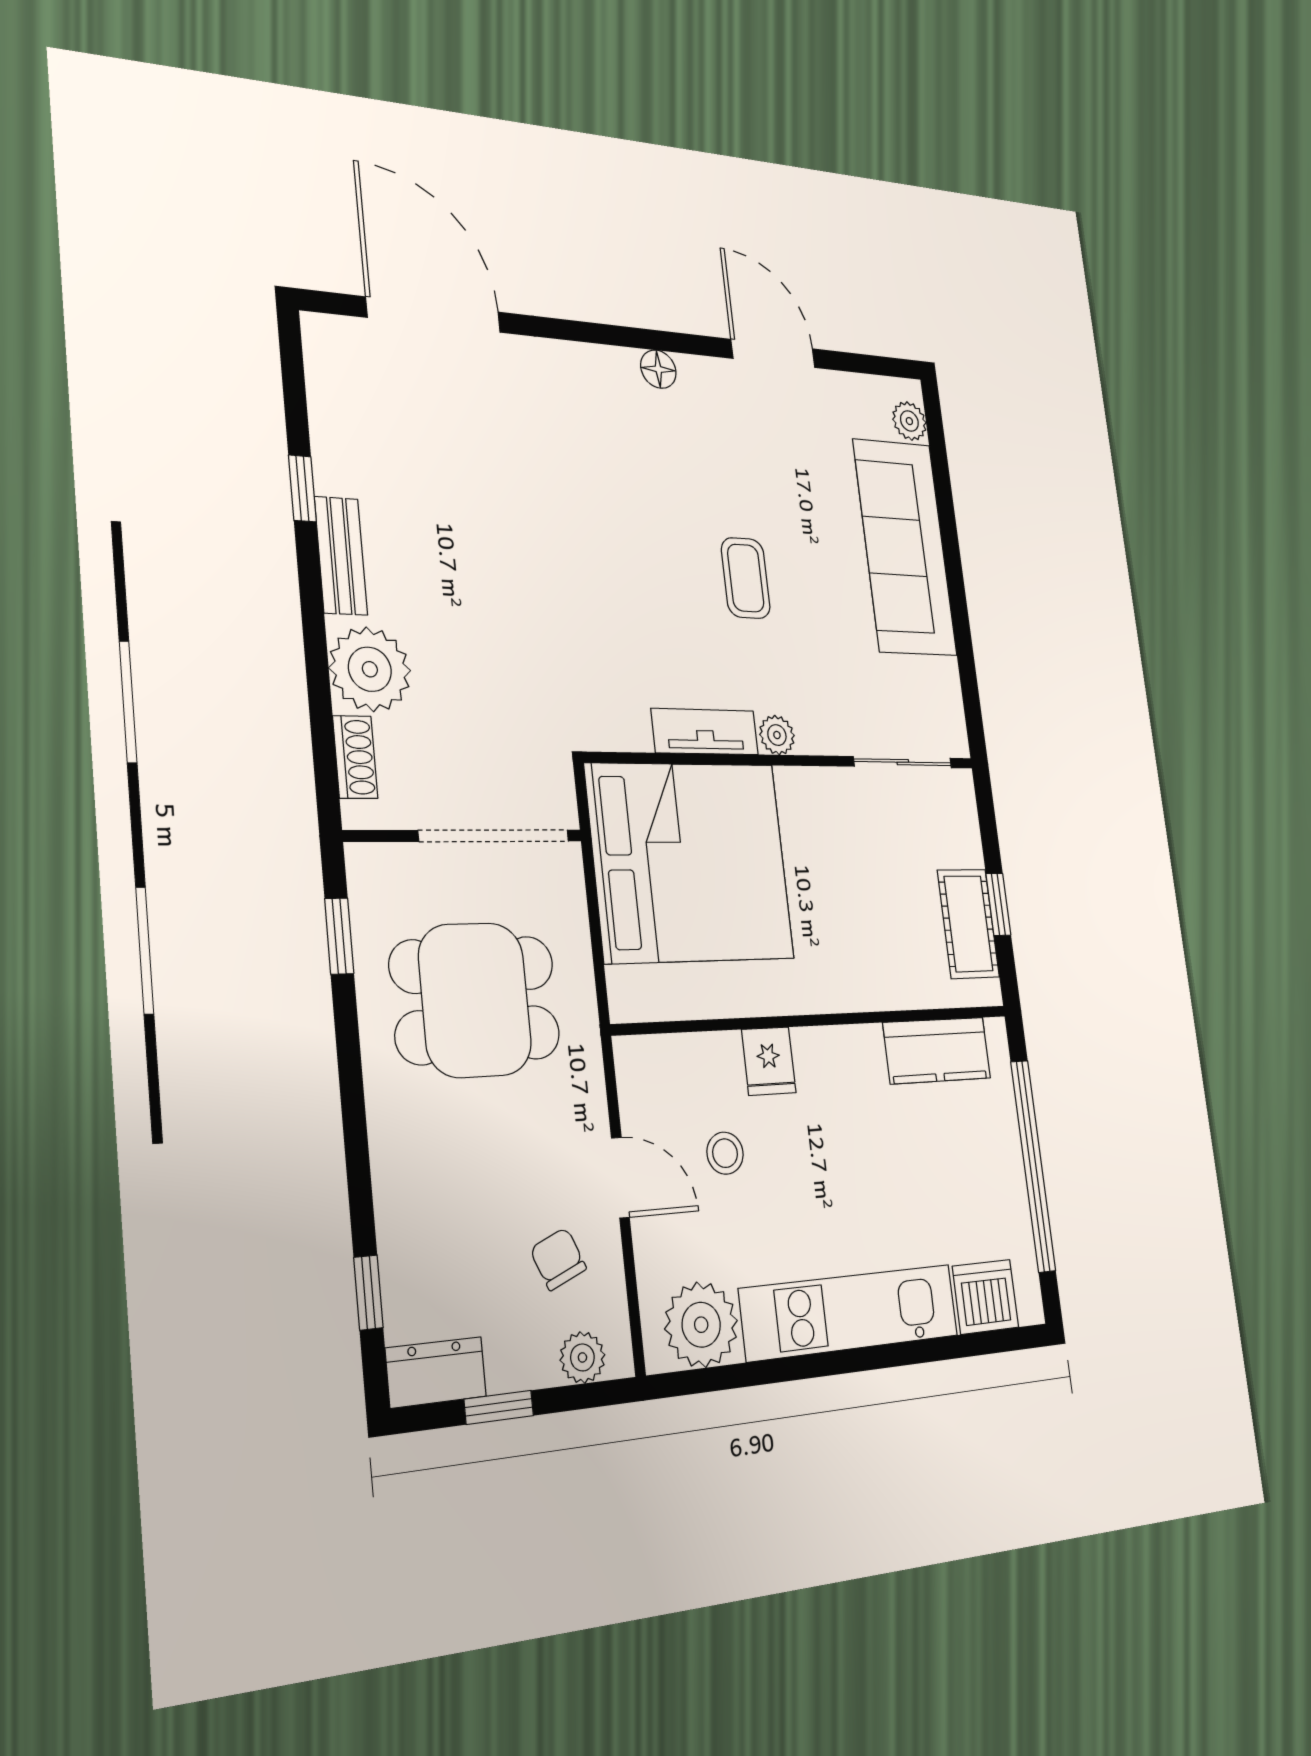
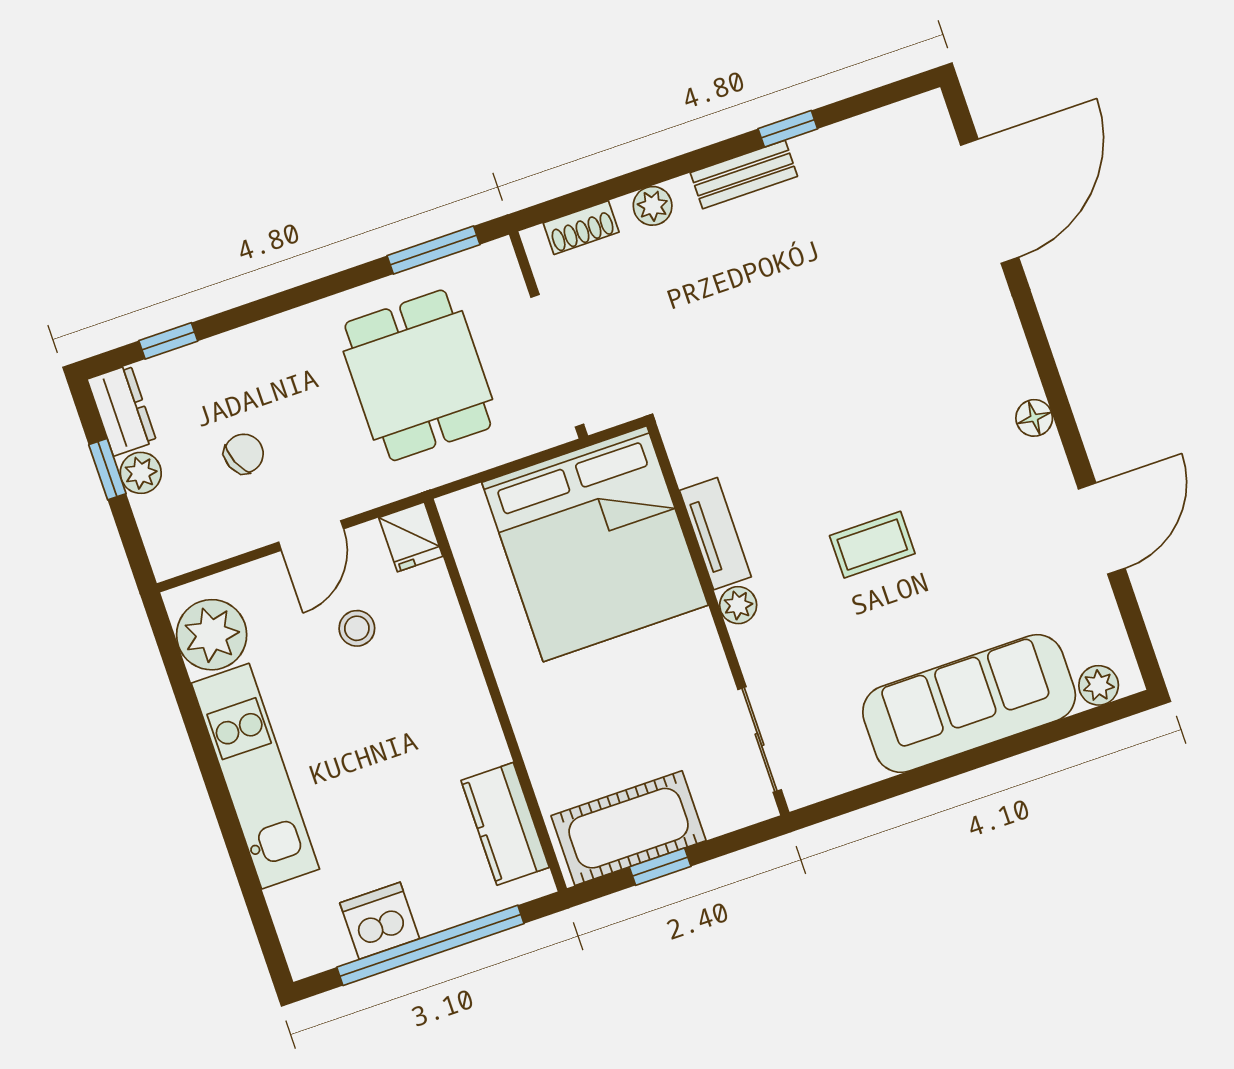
plant: (370, 669) -> (653, 206), width x0.53, depth x0.53
cot: (968, 924) -> (629, 828), width x1.37, depth x1.34
window: (339, 936) -> (434, 250), width x1.50
fridge: (769, 1061) -> (411, 537), moved, turned -90
chair: (558, 1259) -> (244, 454), moved
dishwasher: (985, 1297) -> (380, 921), moved, turned -90
plant: (582, 1357) -> (141, 473), moved

